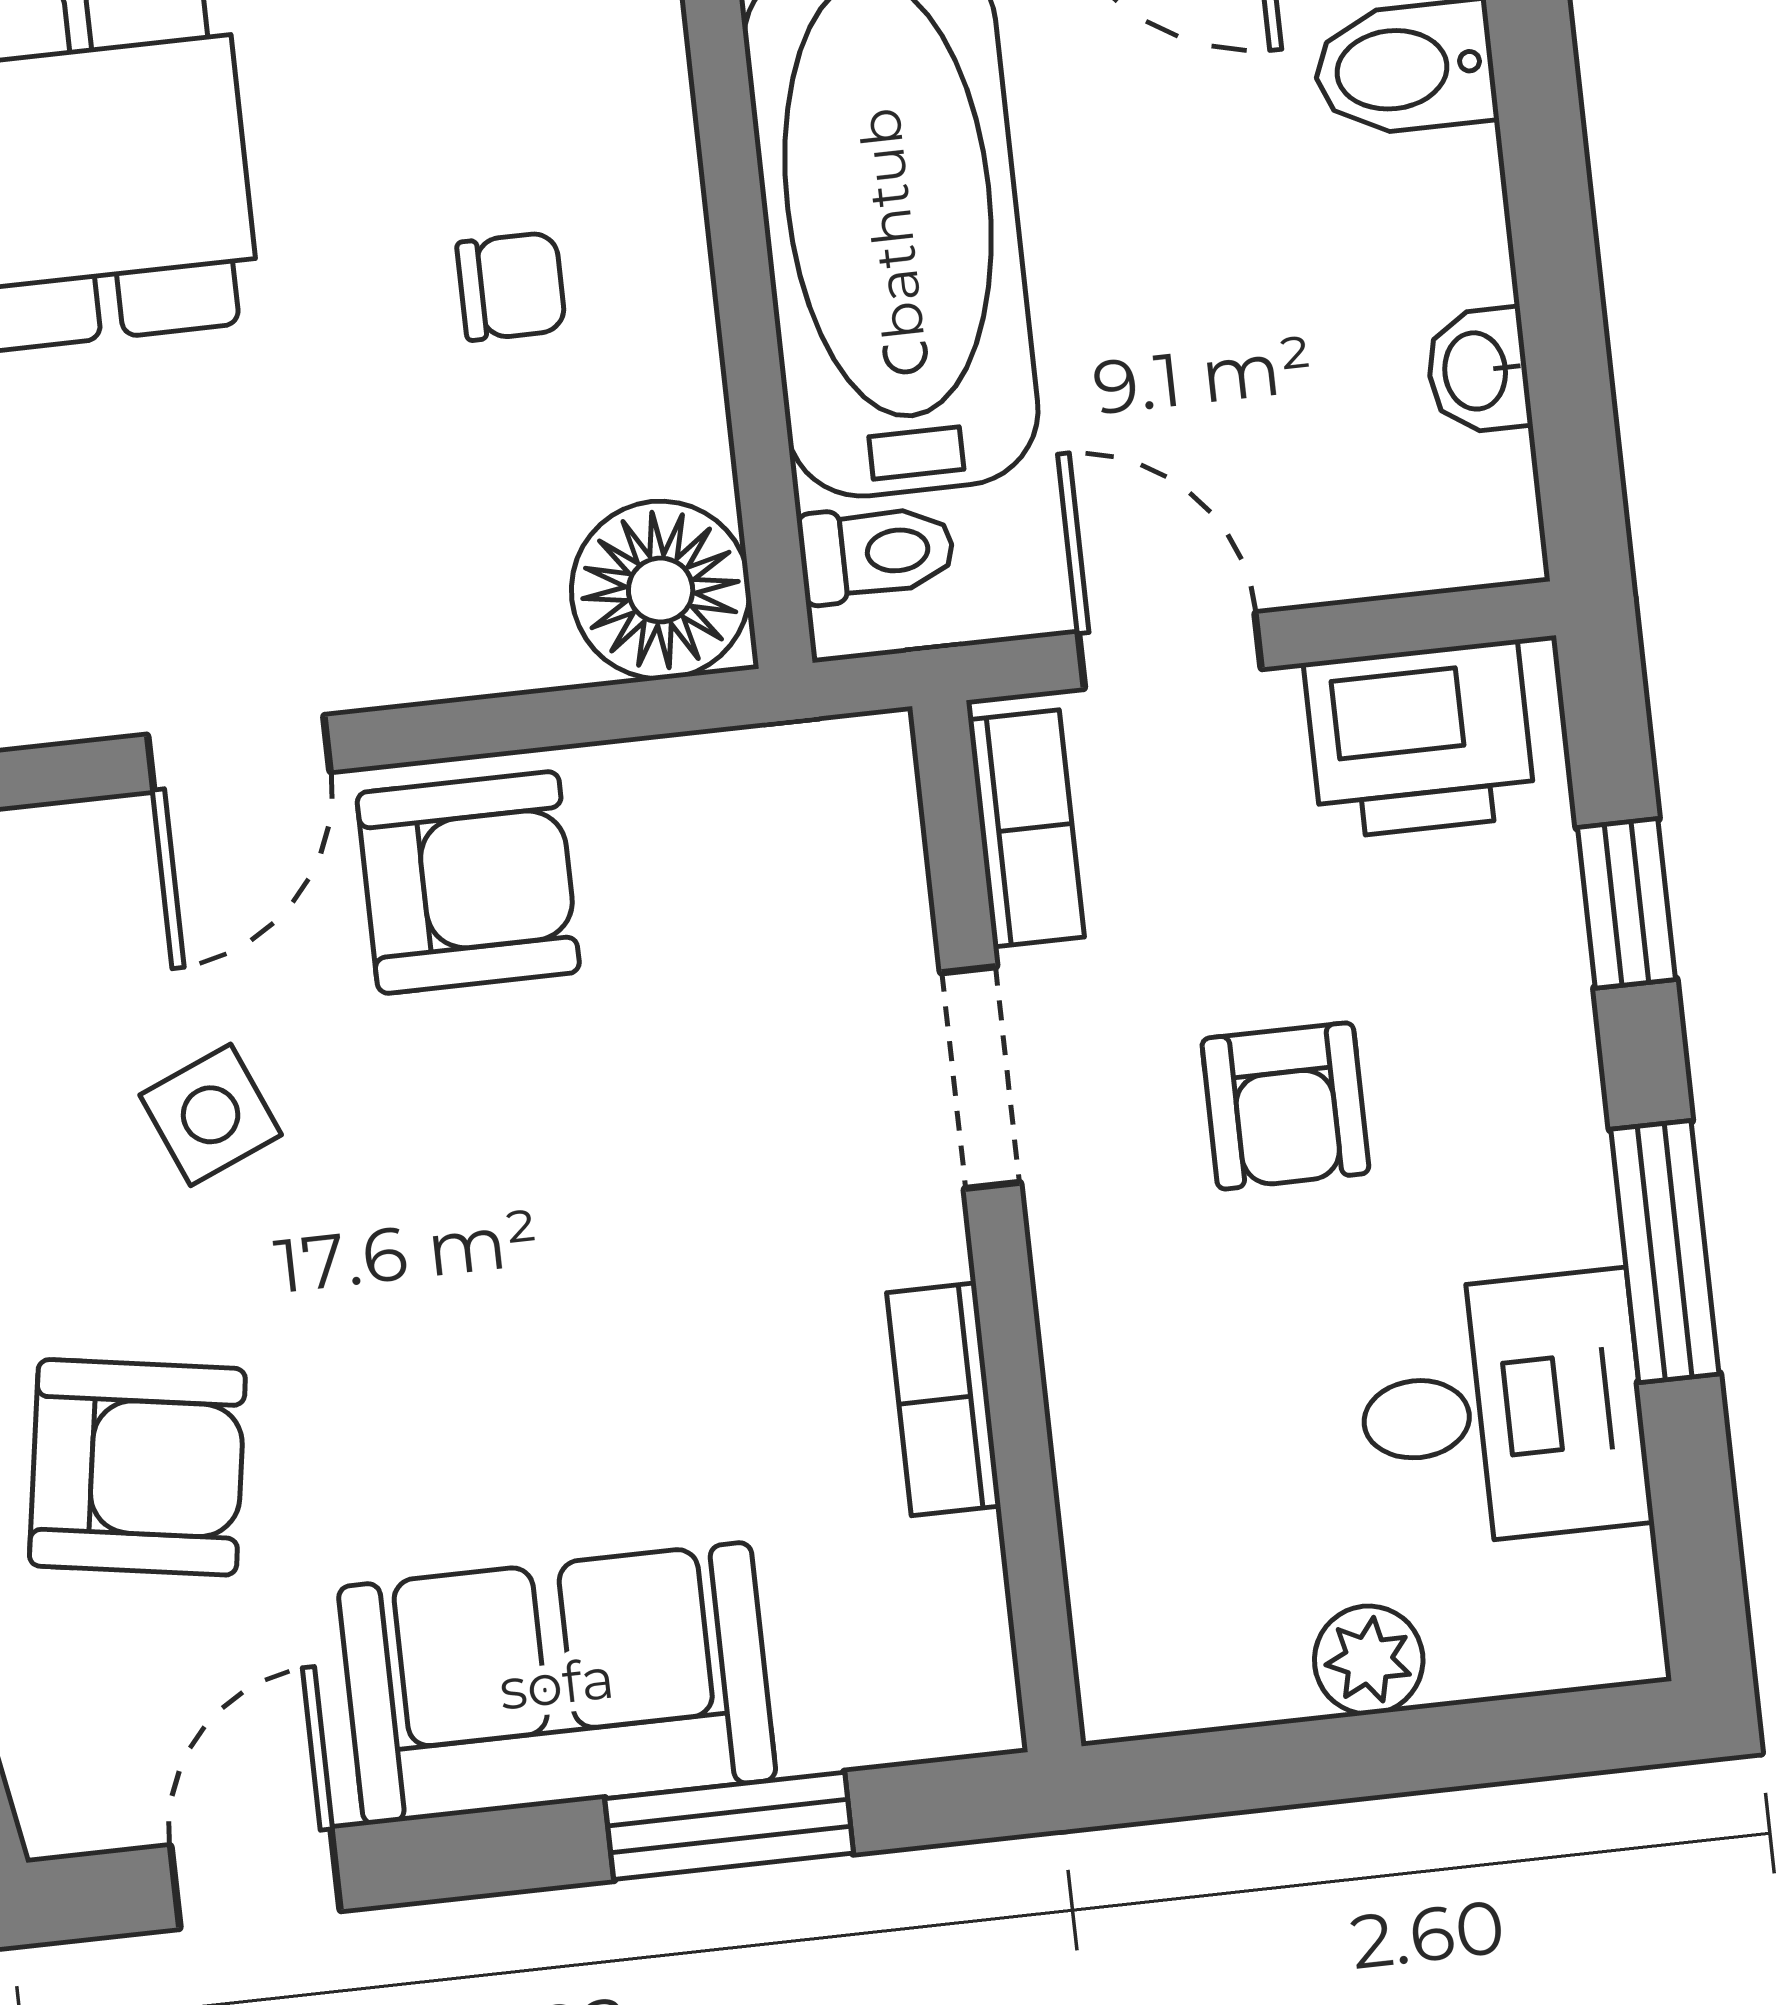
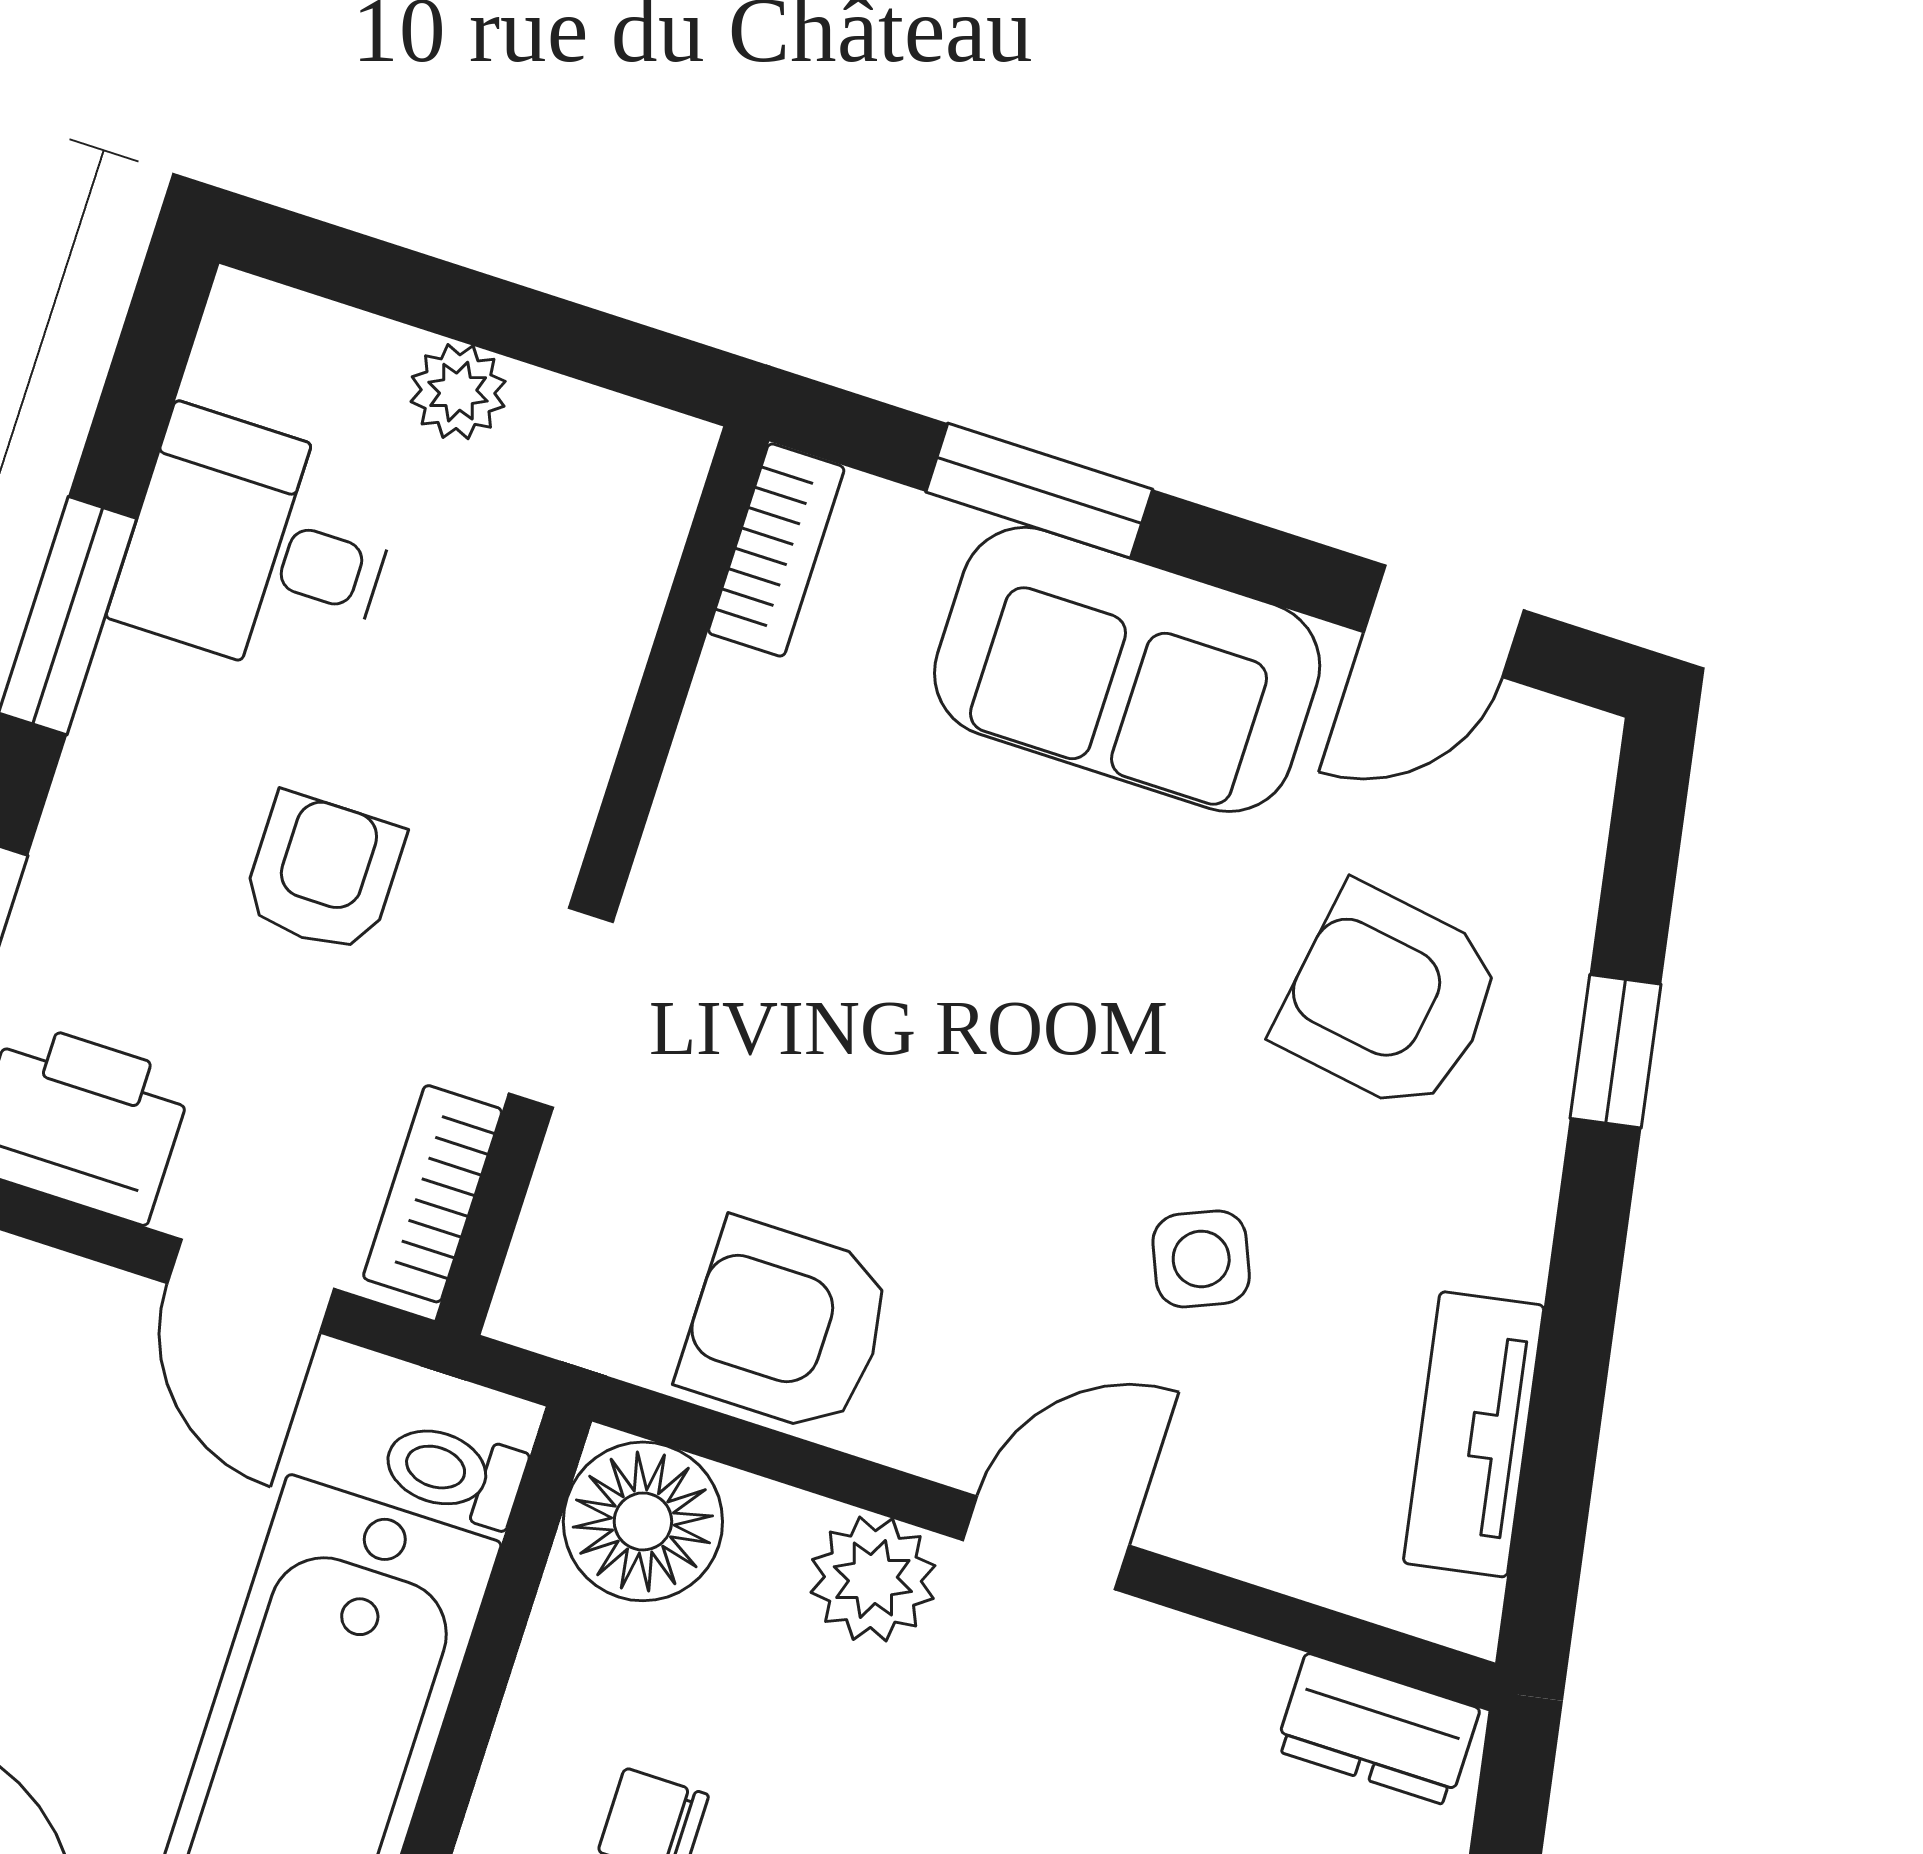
plant: (399, 637) -> (873, 1579), added
armchair: (468, 882) -> (786, 1326), moved
bookcase: (944, 1399) -> (776, 550), moved

